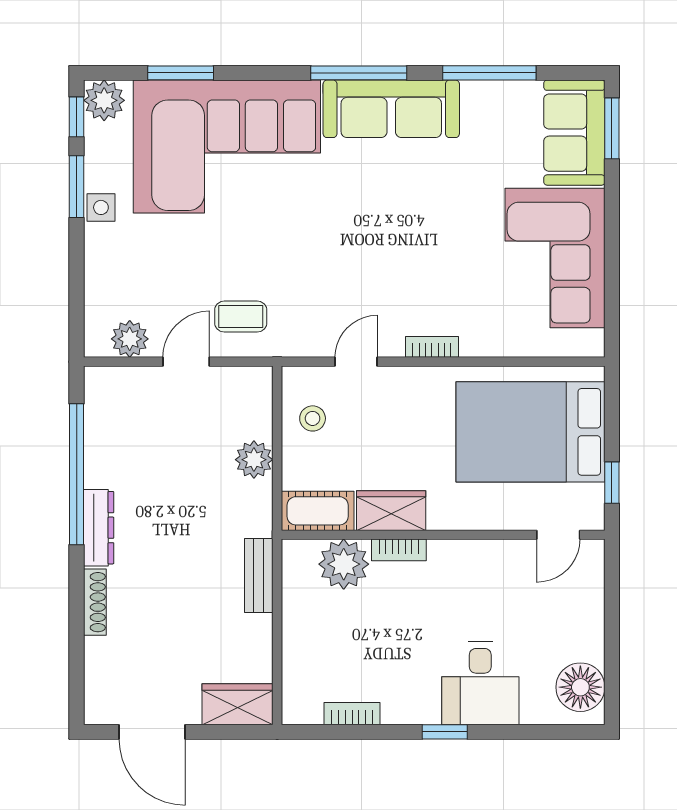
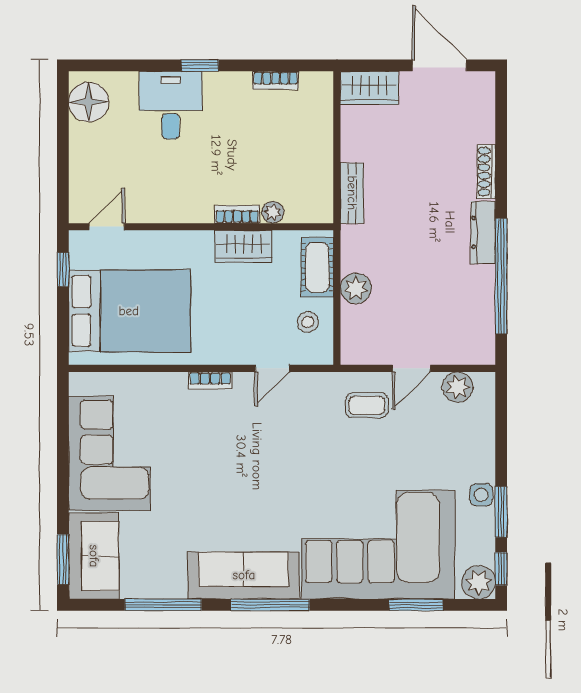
cot: (318, 511) -> (317, 267), moved, turned 90
plant: (344, 564) -> (273, 212), width x0.53, depth x0.53

